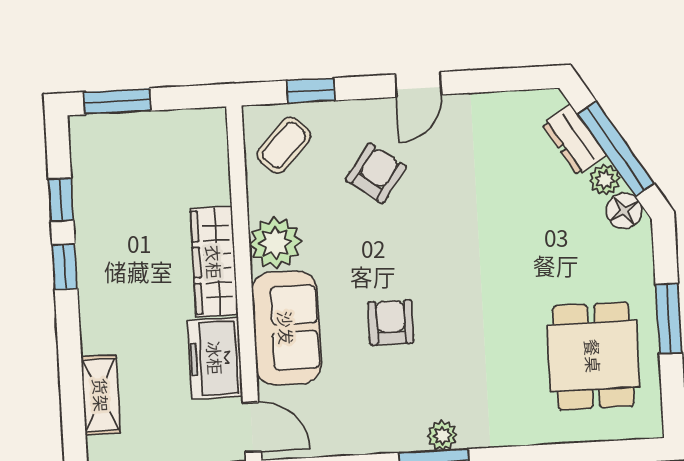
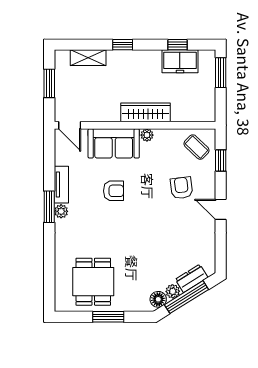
armchair: (376, 173) -> (182, 188), turned -133
plant: (275, 243) -> (147, 135), width x0.53, depth x0.53
window: (65, 267) -> (123, 45), moved
dining table: (593, 356) -> (93, 282), turned 90
freezer: (215, 358) -> (180, 61), moved, turned 180
door: (252, 427) -> (70, 125), hinge flipped
tv unit: (383, 438) -> (61, 185), added

